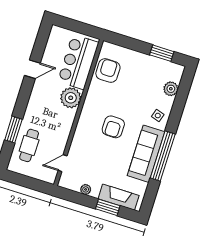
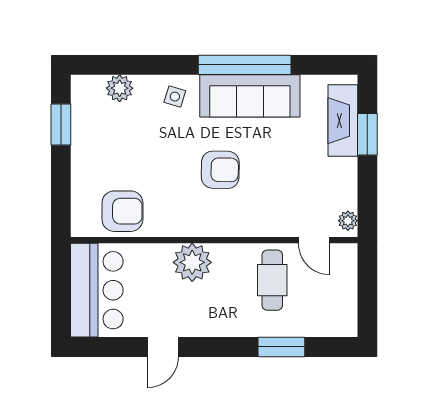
bar counter: (78, 62) -> (97, 290), moved, turned -90
door: (32, 69) -> (163, 347), swing flipped
armchair: (108, 71) -> (122, 211), turned 180
cafe table: (29, 145) -> (272, 280), moved, turned 90
plant: (86, 189) -> (348, 221), moved

